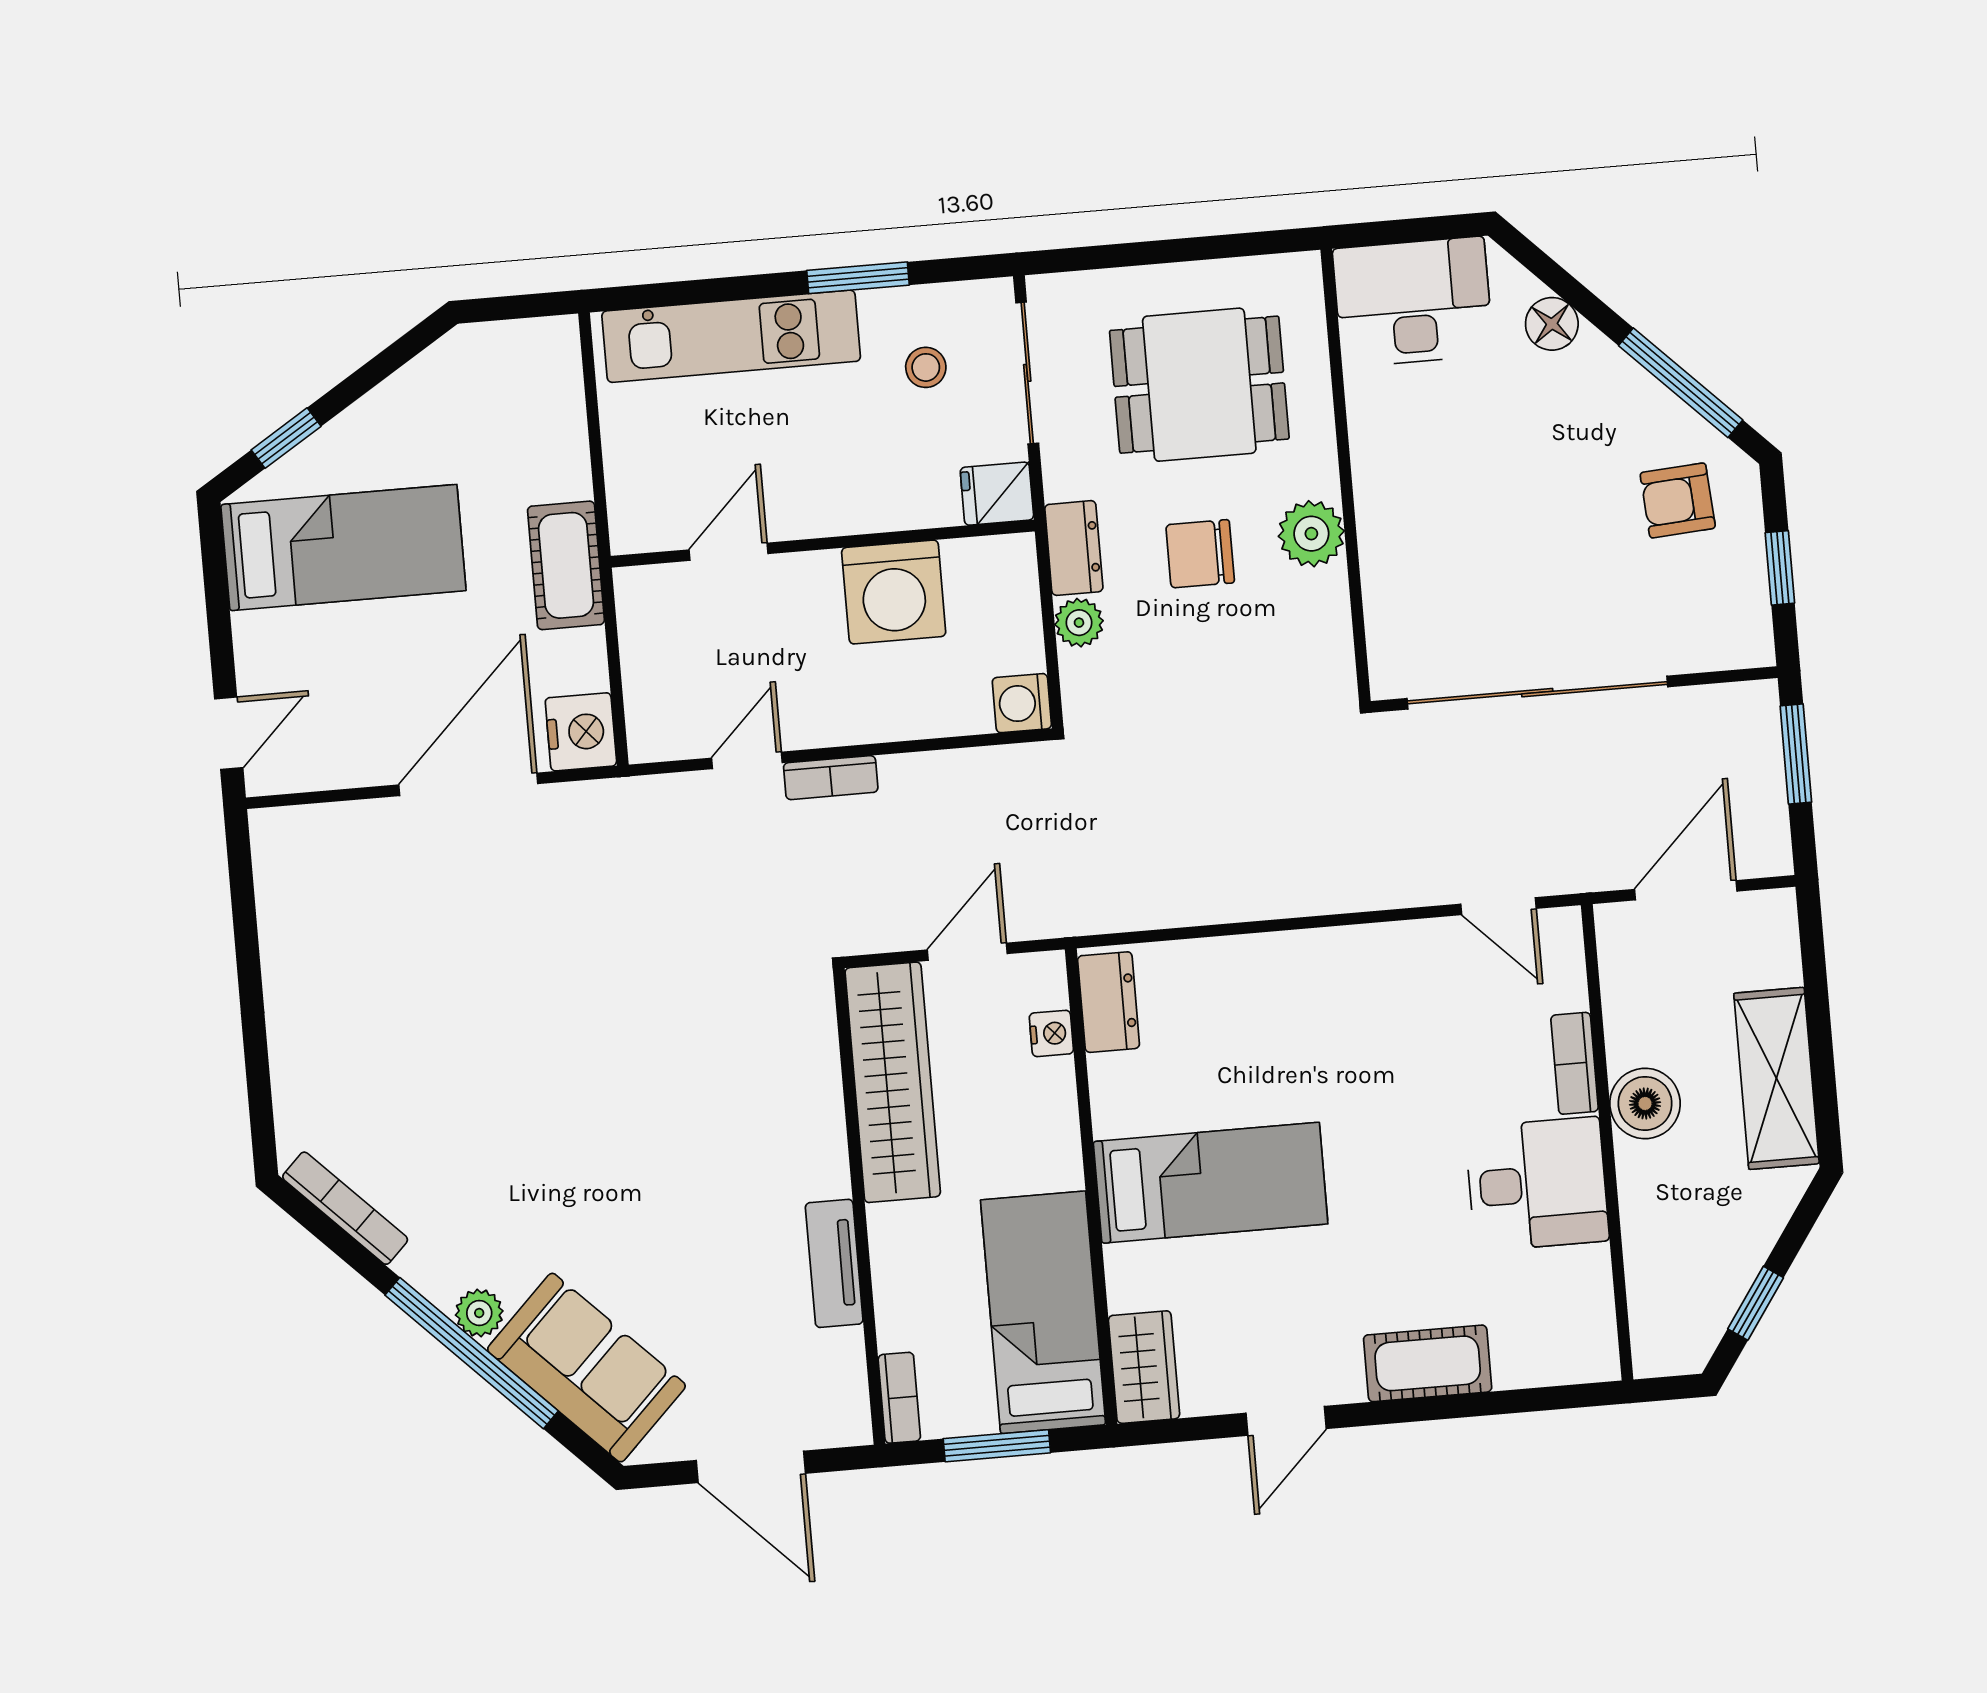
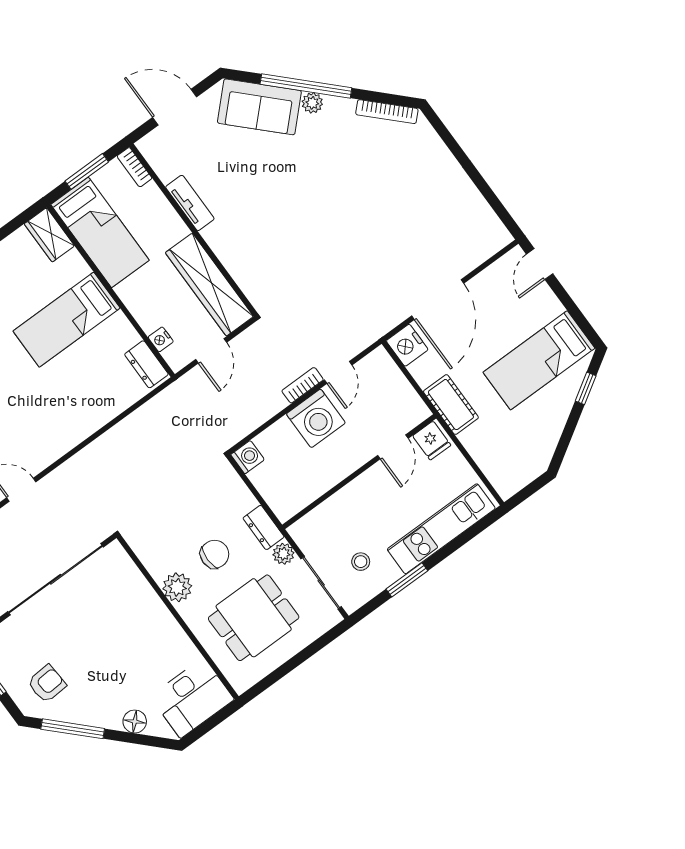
fridge: (997, 494) -> (432, 441), moved, turned 90
washing machine: (894, 592) -> (316, 418), moved, turned 180
plant: (1079, 623) -> (283, 554), moved

